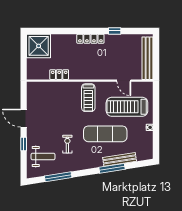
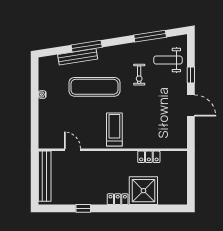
locker: (90, 39) -> (118, 199), width x0.66
shower: (39, 46) -> (143, 191), moved
treadmill: (127, 107) -> (69, 119), removed

